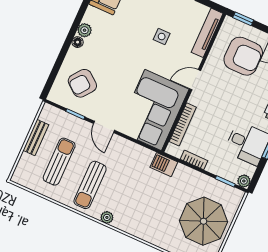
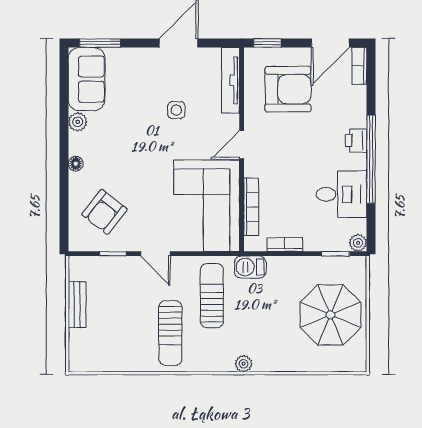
plant: (85, 30) -> (78, 122), moved
sun lounger: (59, 162) -> (212, 296), moved
plant: (107, 217) -> (244, 364), moved

